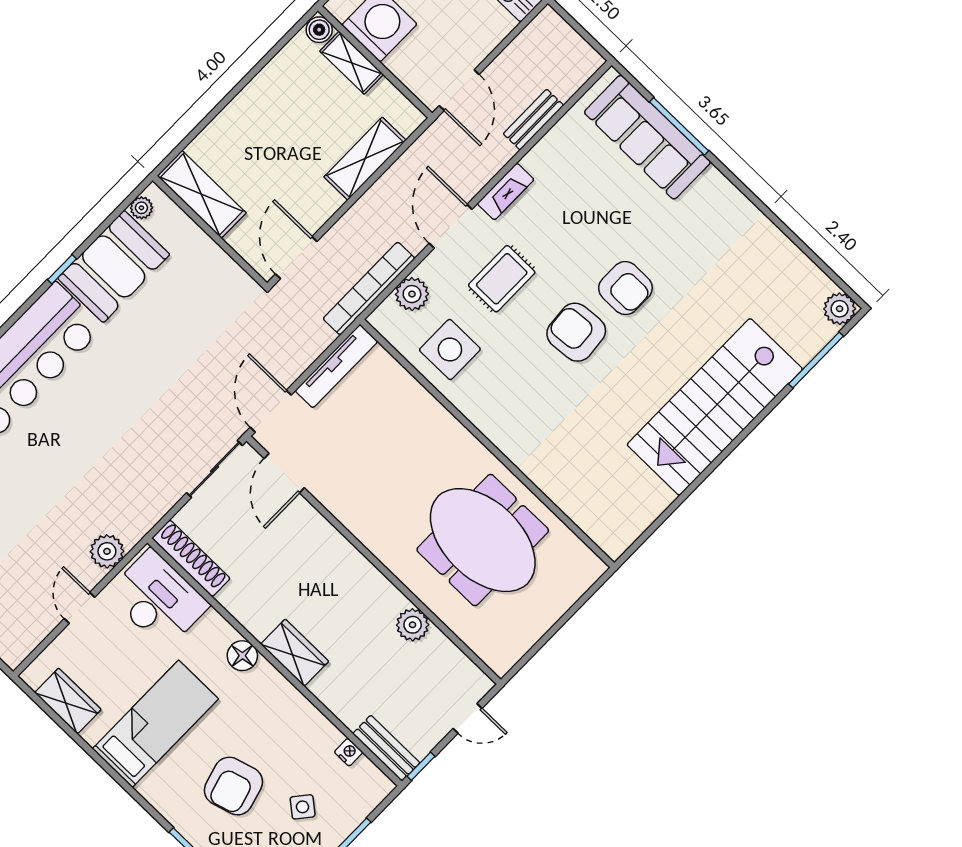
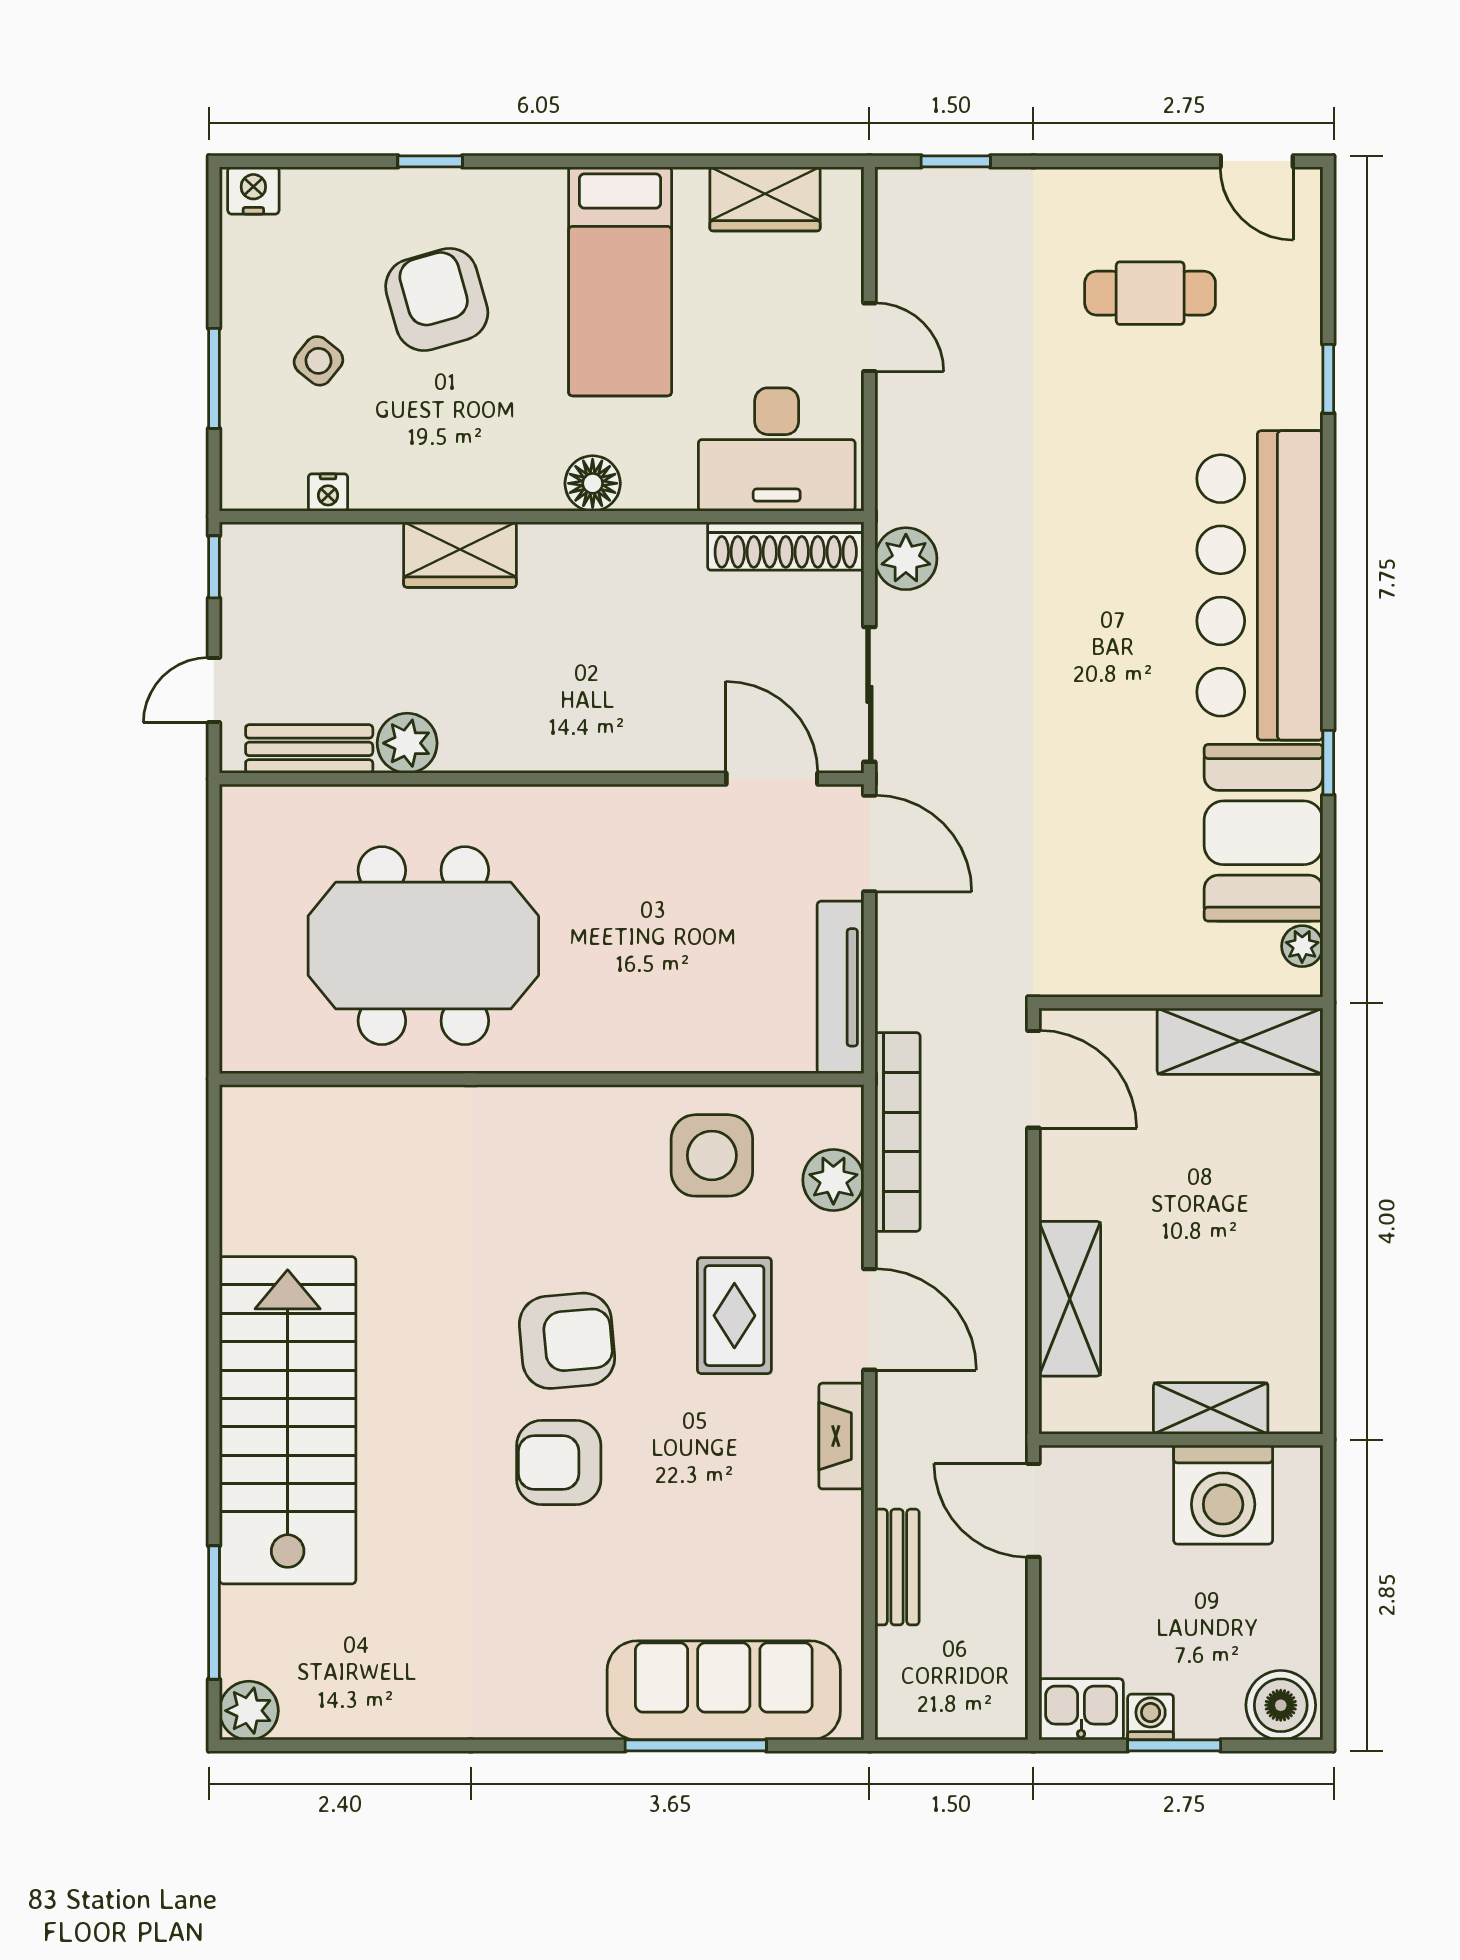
boiler: (319, 30) -> (1296, 1410), removed
plant: (107, 551) -> (906, 559), moved
wardrobe: (295, 653) -> (460, 555), moved
bench: (386, 748) -> (309, 749), moved

